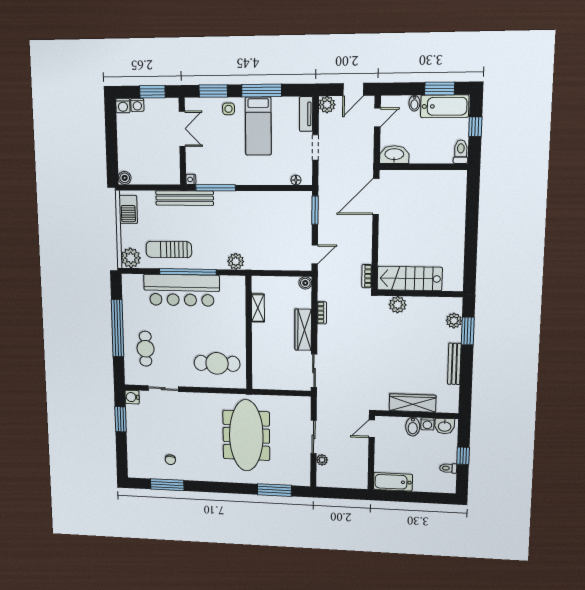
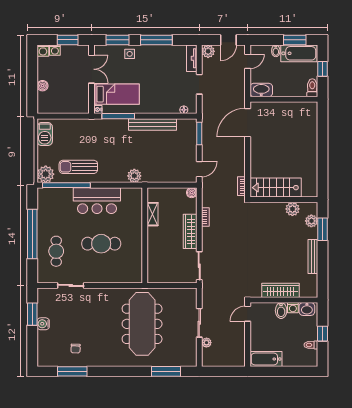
bed: (258, 126) -> (117, 94), moved, turned -90
boiler: (125, 178) -> (42, 86), moved
bench: (185, 198) -> (153, 125), moved
window: (188, 272) -> (66, 185), moved
bar counter: (182, 290) -> (97, 201), width x0.73
plant: (398, 305) -> (292, 209), moved
cafe table: (217, 363) -> (101, 244), moved
water cooler: (132, 397) -> (43, 324), moved

